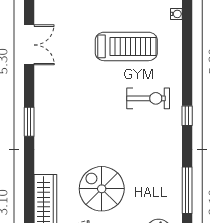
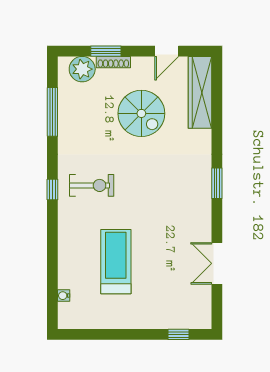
treadmill: (126, 46) -> (116, 262), turned 90
exercise bike: (148, 98) -> (92, 185), moved, turned 180

